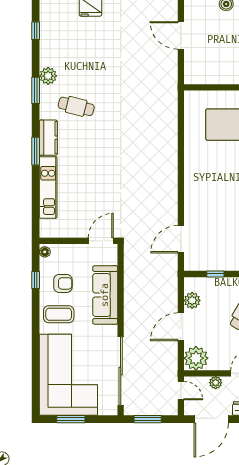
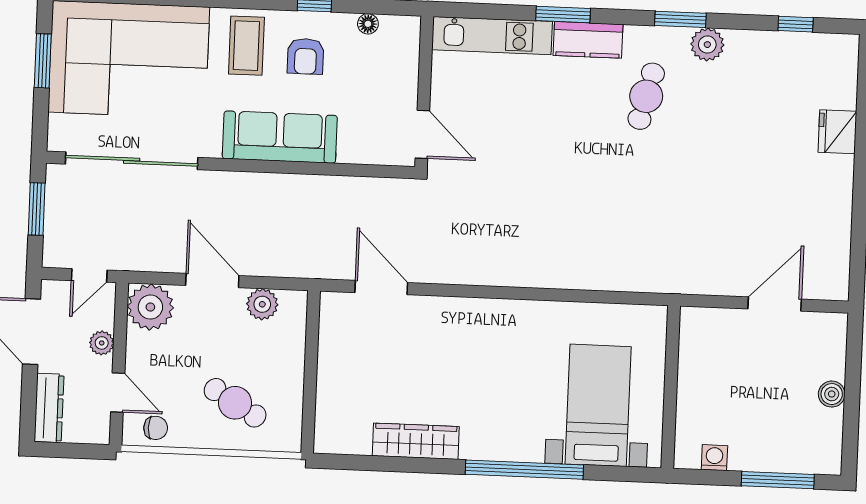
wall: (79, 241) -> (424, 92), moved
door: (101, 241) -> (422, 134), moved
window: (215, 274) -> (311, 351), removed

